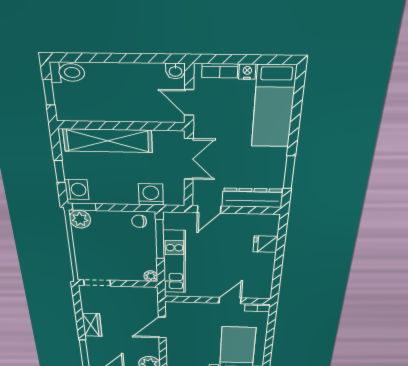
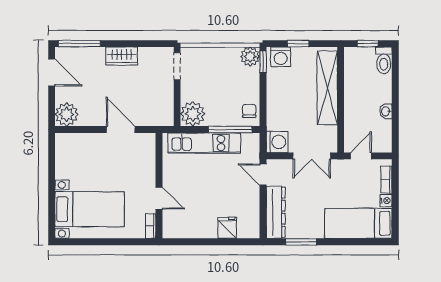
washbasin: (175, 71) -> (386, 111), moved
washing machine: (151, 195) -> (277, 142), moved
plant: (151, 276) -> (193, 114), width x1.88, depth x1.88

